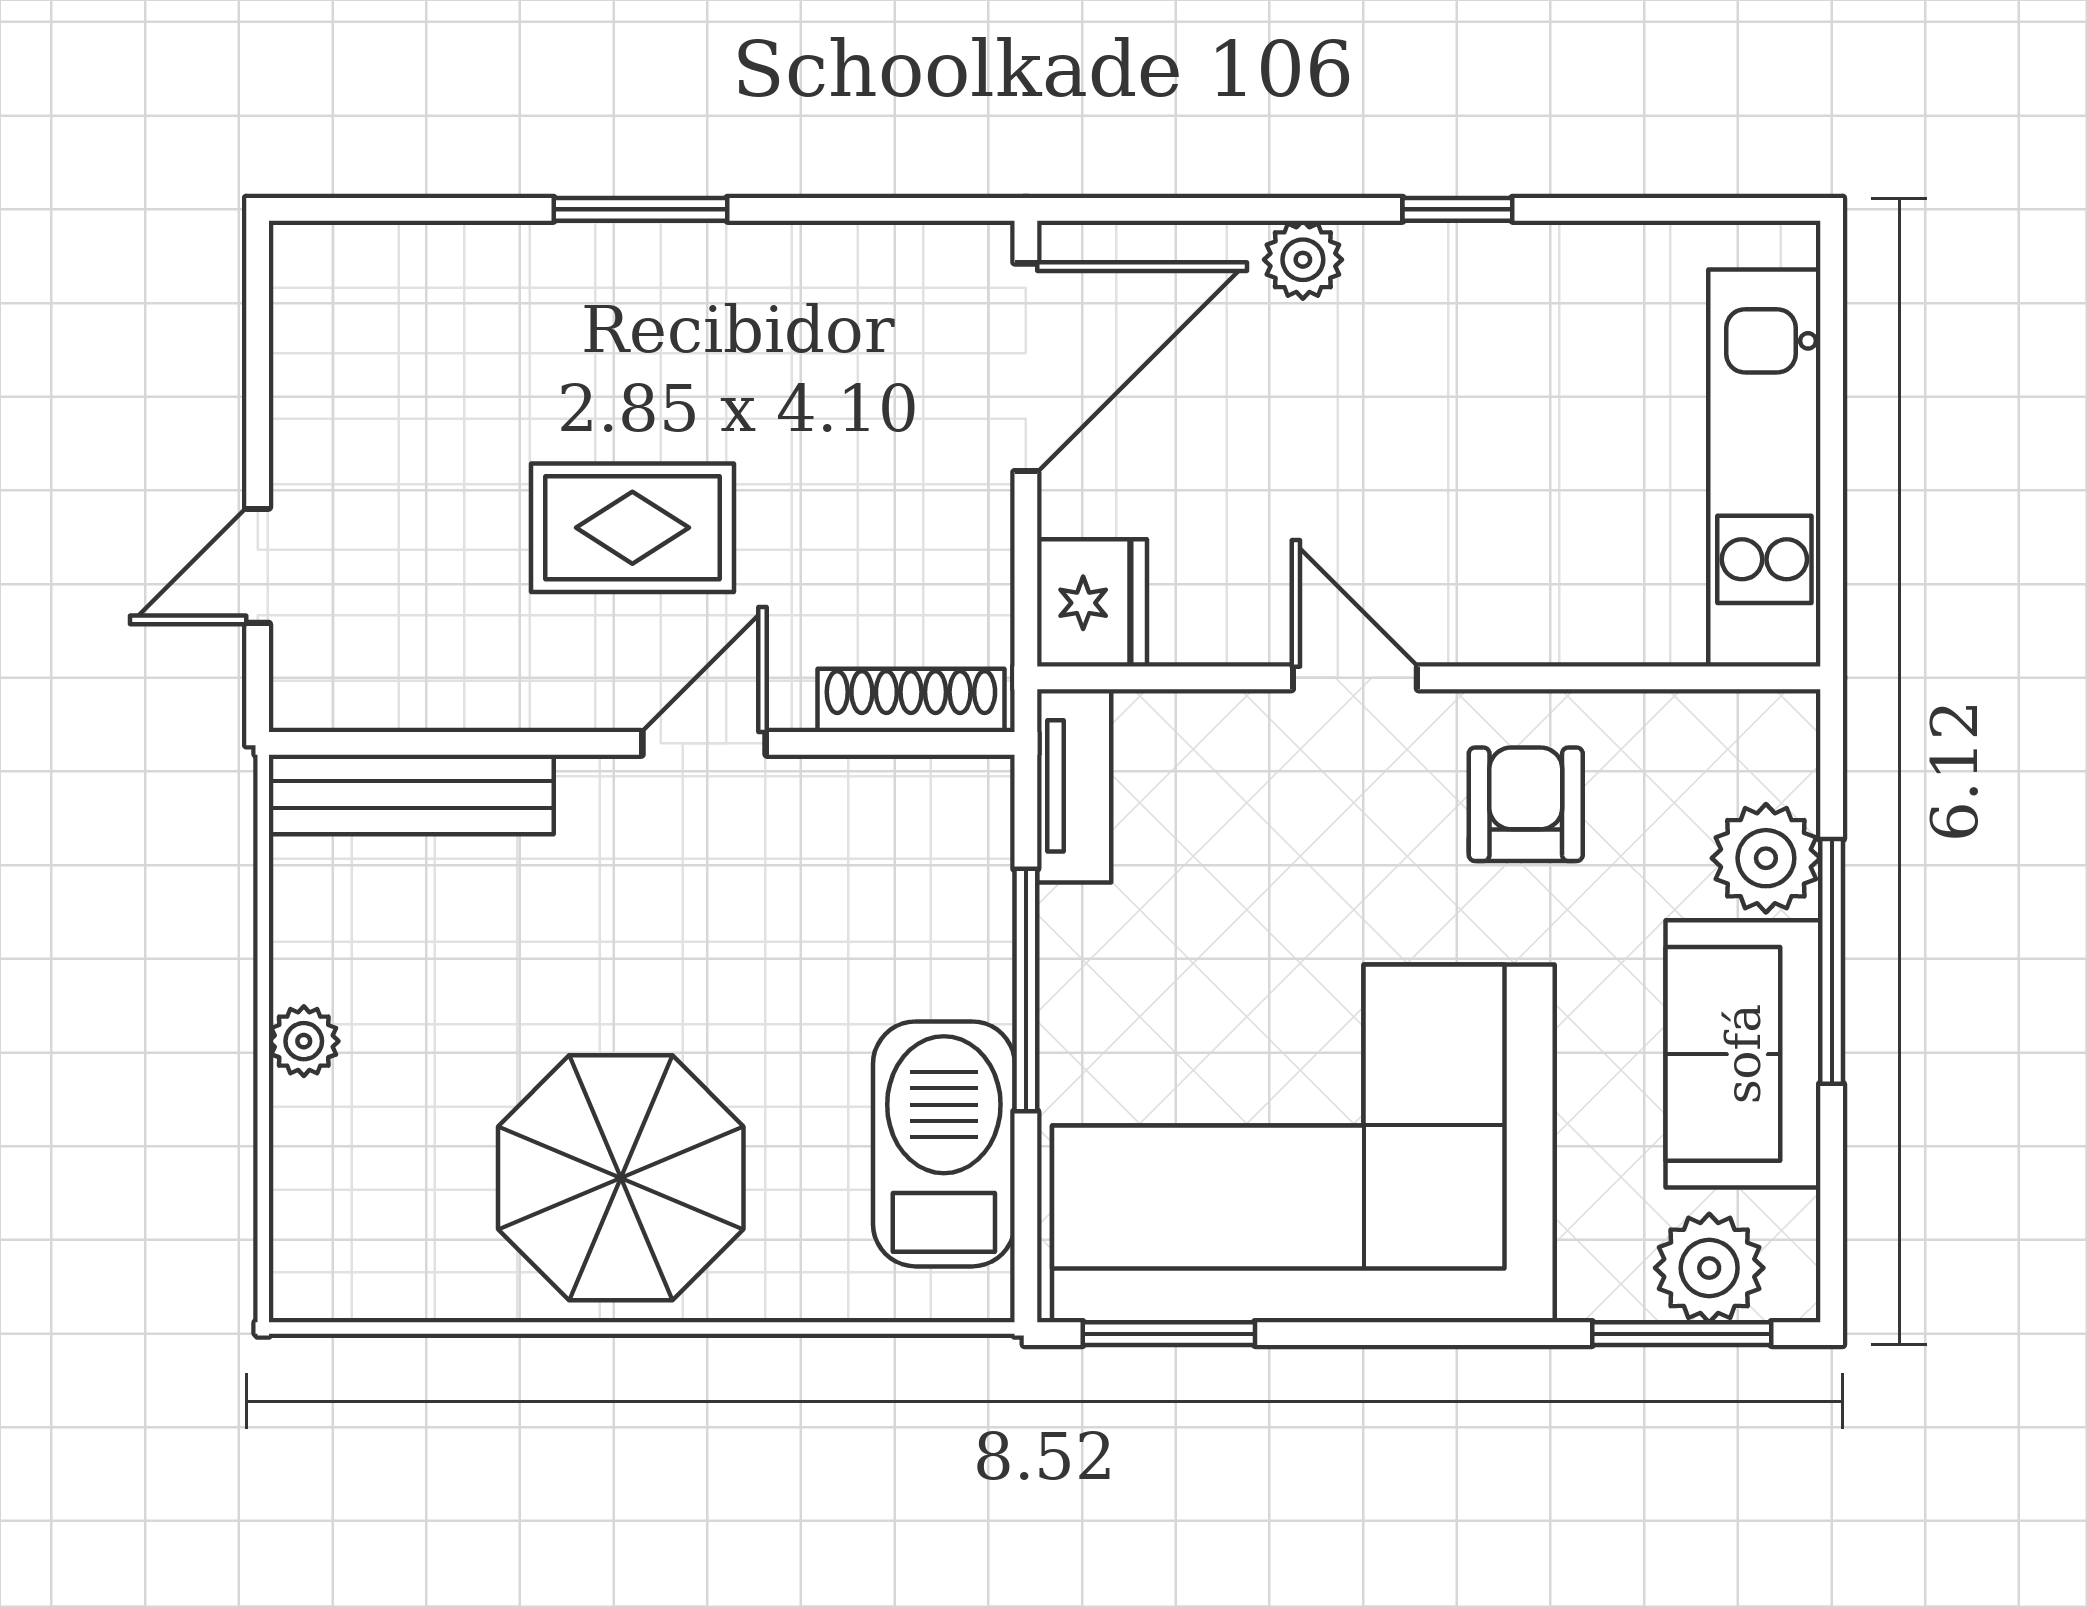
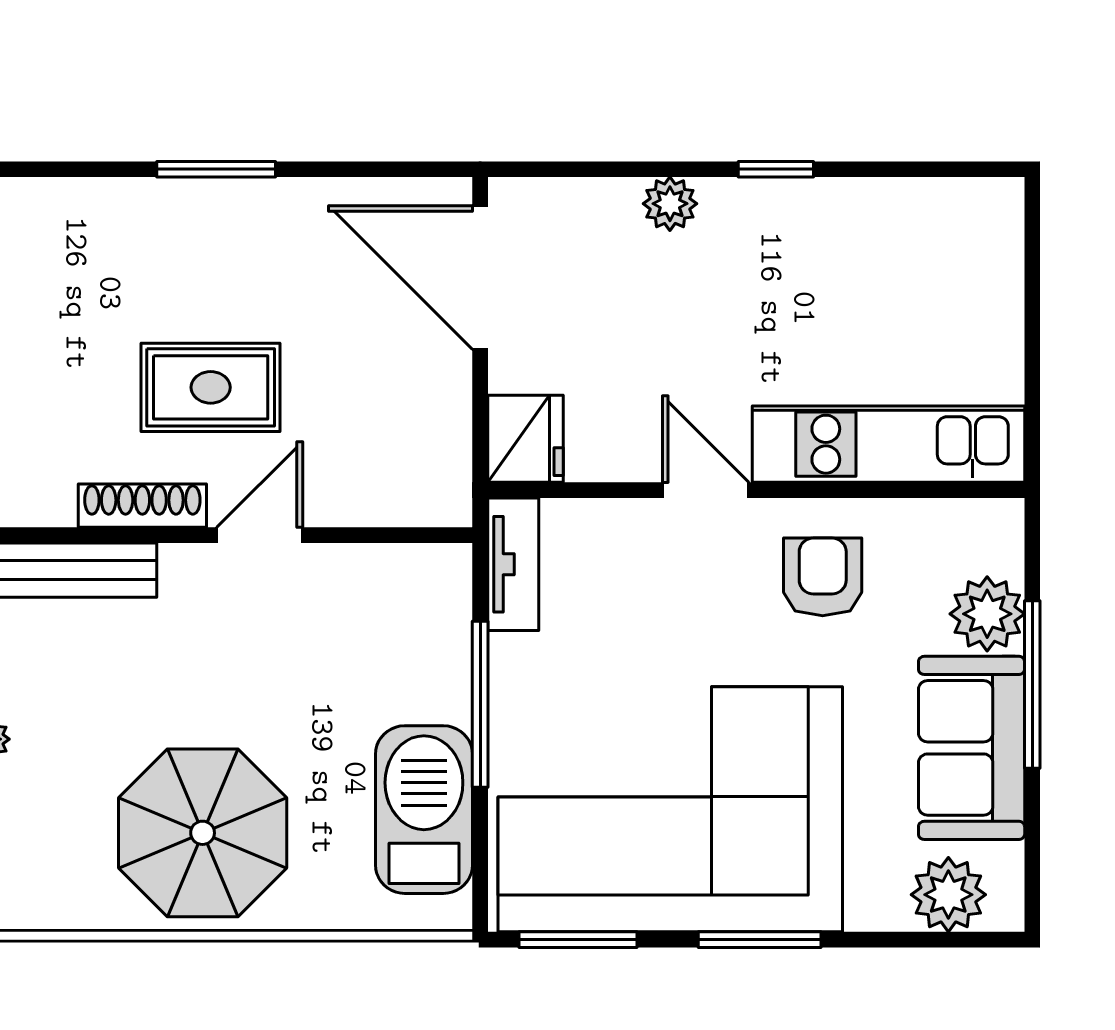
door: (1026, 367) -> (480, 277), swing flipped
kitchen unit: (1764, 468) -> (888, 444), moved, turned 90
shoe rack: (911, 700) -> (142, 506), moved
window: (1682, 1334) -> (760, 940), moved

